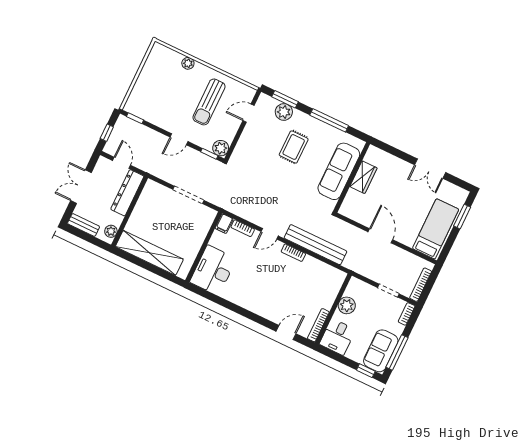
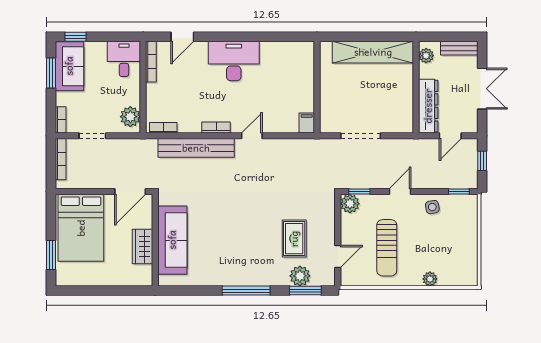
sun lounger: (209, 102) -> (387, 248), turned 180
side table: (160, 116) -> (432, 207), added
rug: (294, 147) -> (294, 239), moved
door: (122, 163) -> (450, 136), hinge flipped
double door: (430, 169) -> (111, 291), removed
sofa: (339, 171) -> (172, 240), moved
wall: (352, 177) -> (155, 240), moved
wardrobe: (363, 177) -> (143, 246), moved
bookcase: (243, 228) -> (163, 128), moved
bed: (436, 229) -> (81, 228), width x1.50
door: (380, 236) -> (130, 191), hinge flipped
desk: (213, 270) -> (234, 61), moved, turned -90
plant: (347, 305) -> (130, 117), moved
window: (397, 352) -> (51, 73), width x0.69

